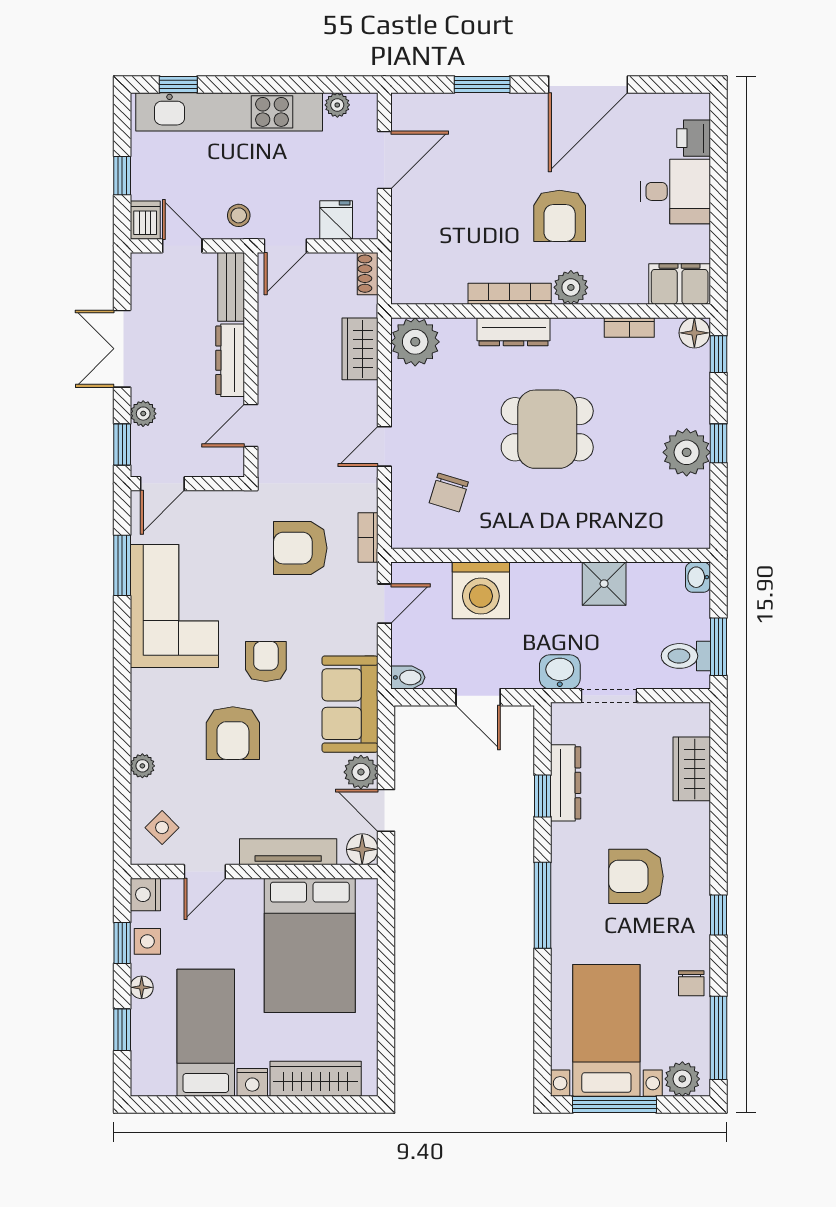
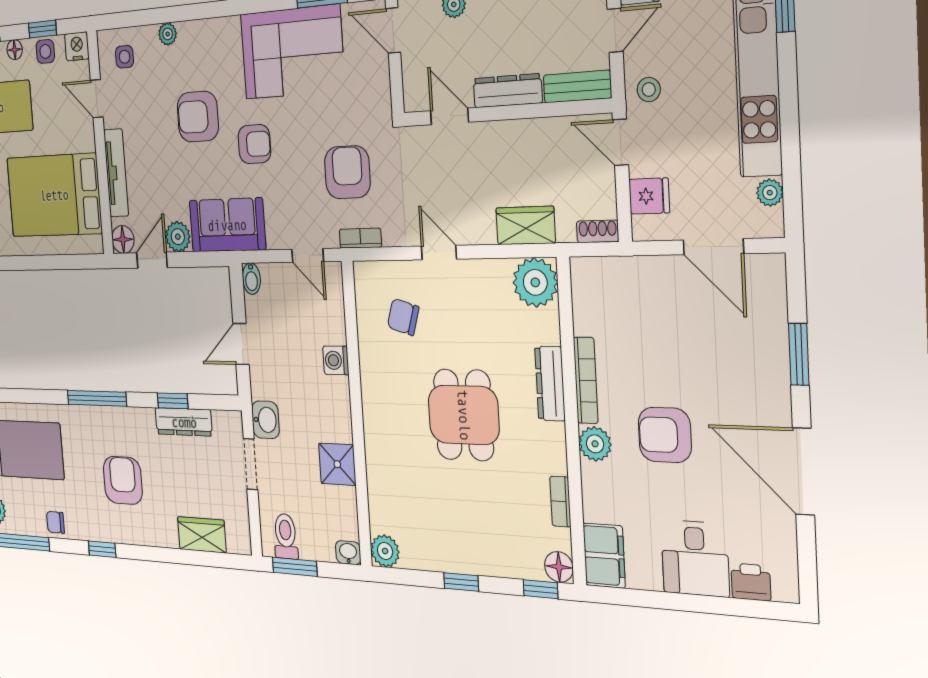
plant: (687, 452) -> (385, 551), moved, width x0.73, depth x0.73
washing machine: (481, 590) -> (336, 360), width x0.53, depth x0.53
side table: (162, 828) -> (125, 57), turned 45

